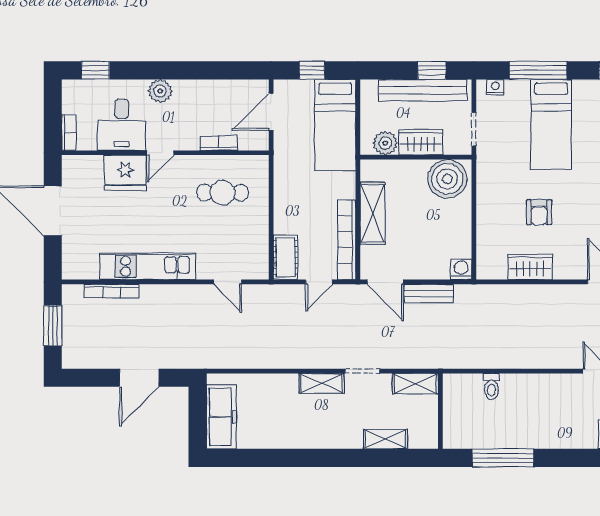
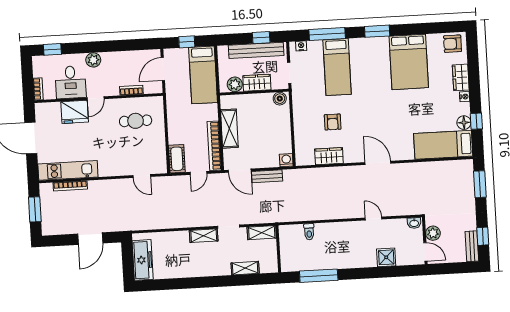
boiler: (447, 179) -> (280, 99), width x0.54, depth x0.54
kitchen unit: (148, 266) -> (68, 170), moved

